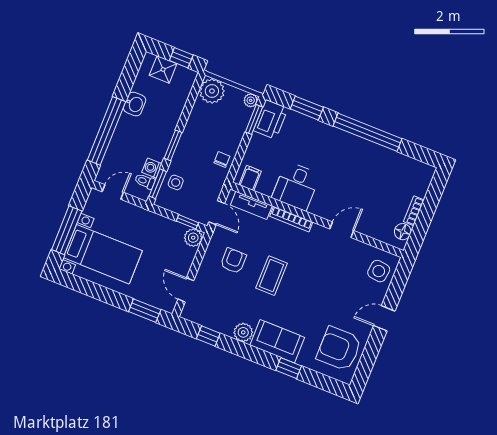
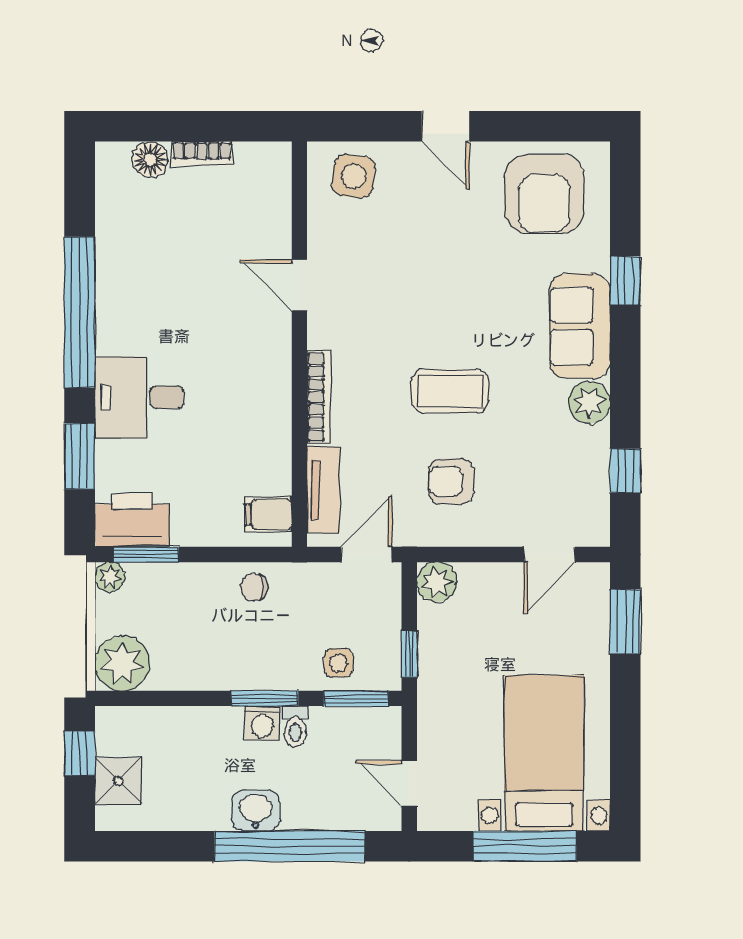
washbasin: (135, 104) -> (256, 811), moved
washing machine: (152, 168) -> (262, 723), moved
toilet: (145, 181) -> (295, 727), moved
desk: (296, 186) -> (139, 397), moved, turned 180
window: (187, 222) -> (409, 654), moved
floor lamp: (403, 232) -> (150, 159), moved

